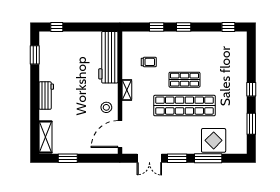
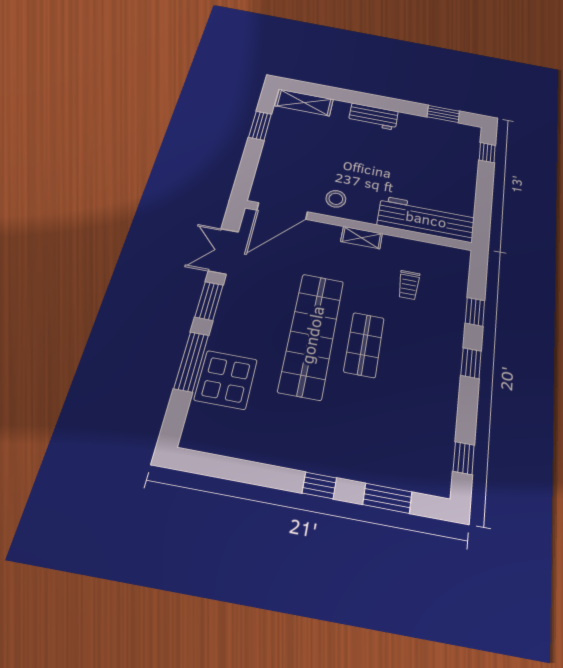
window: (251, 124) -> (387, 498), moved
door: (120, 134) -> (282, 211), swing flipped

